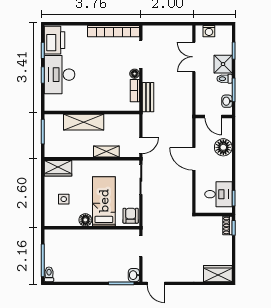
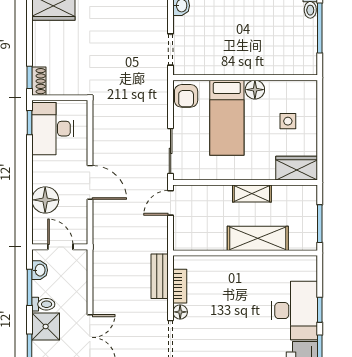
shelving: (106, 152) -> (252, 194), moved
desk: (218, 194) -> (53, 129), width x1.37

